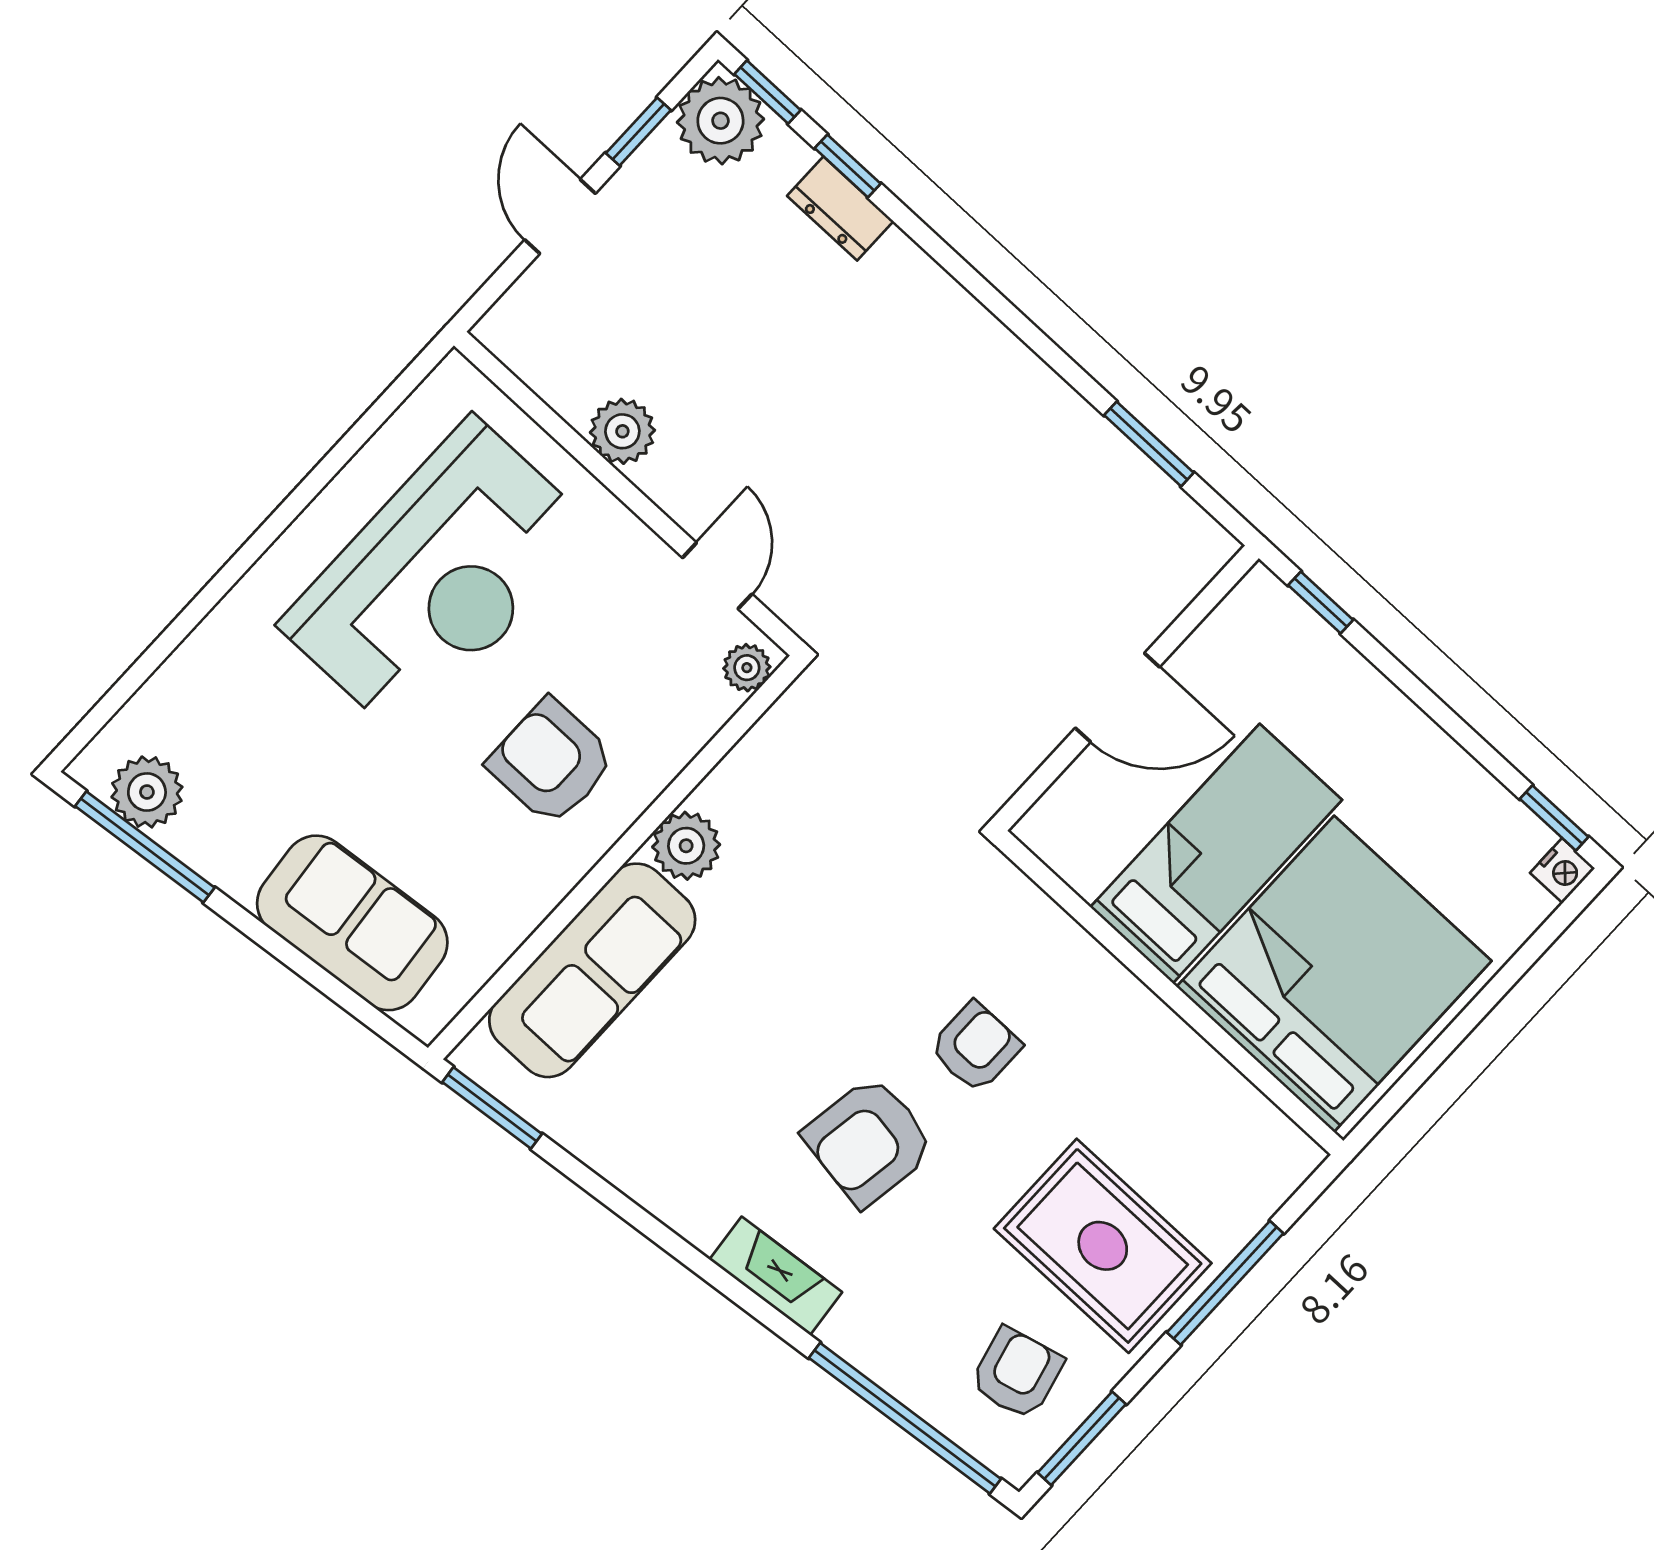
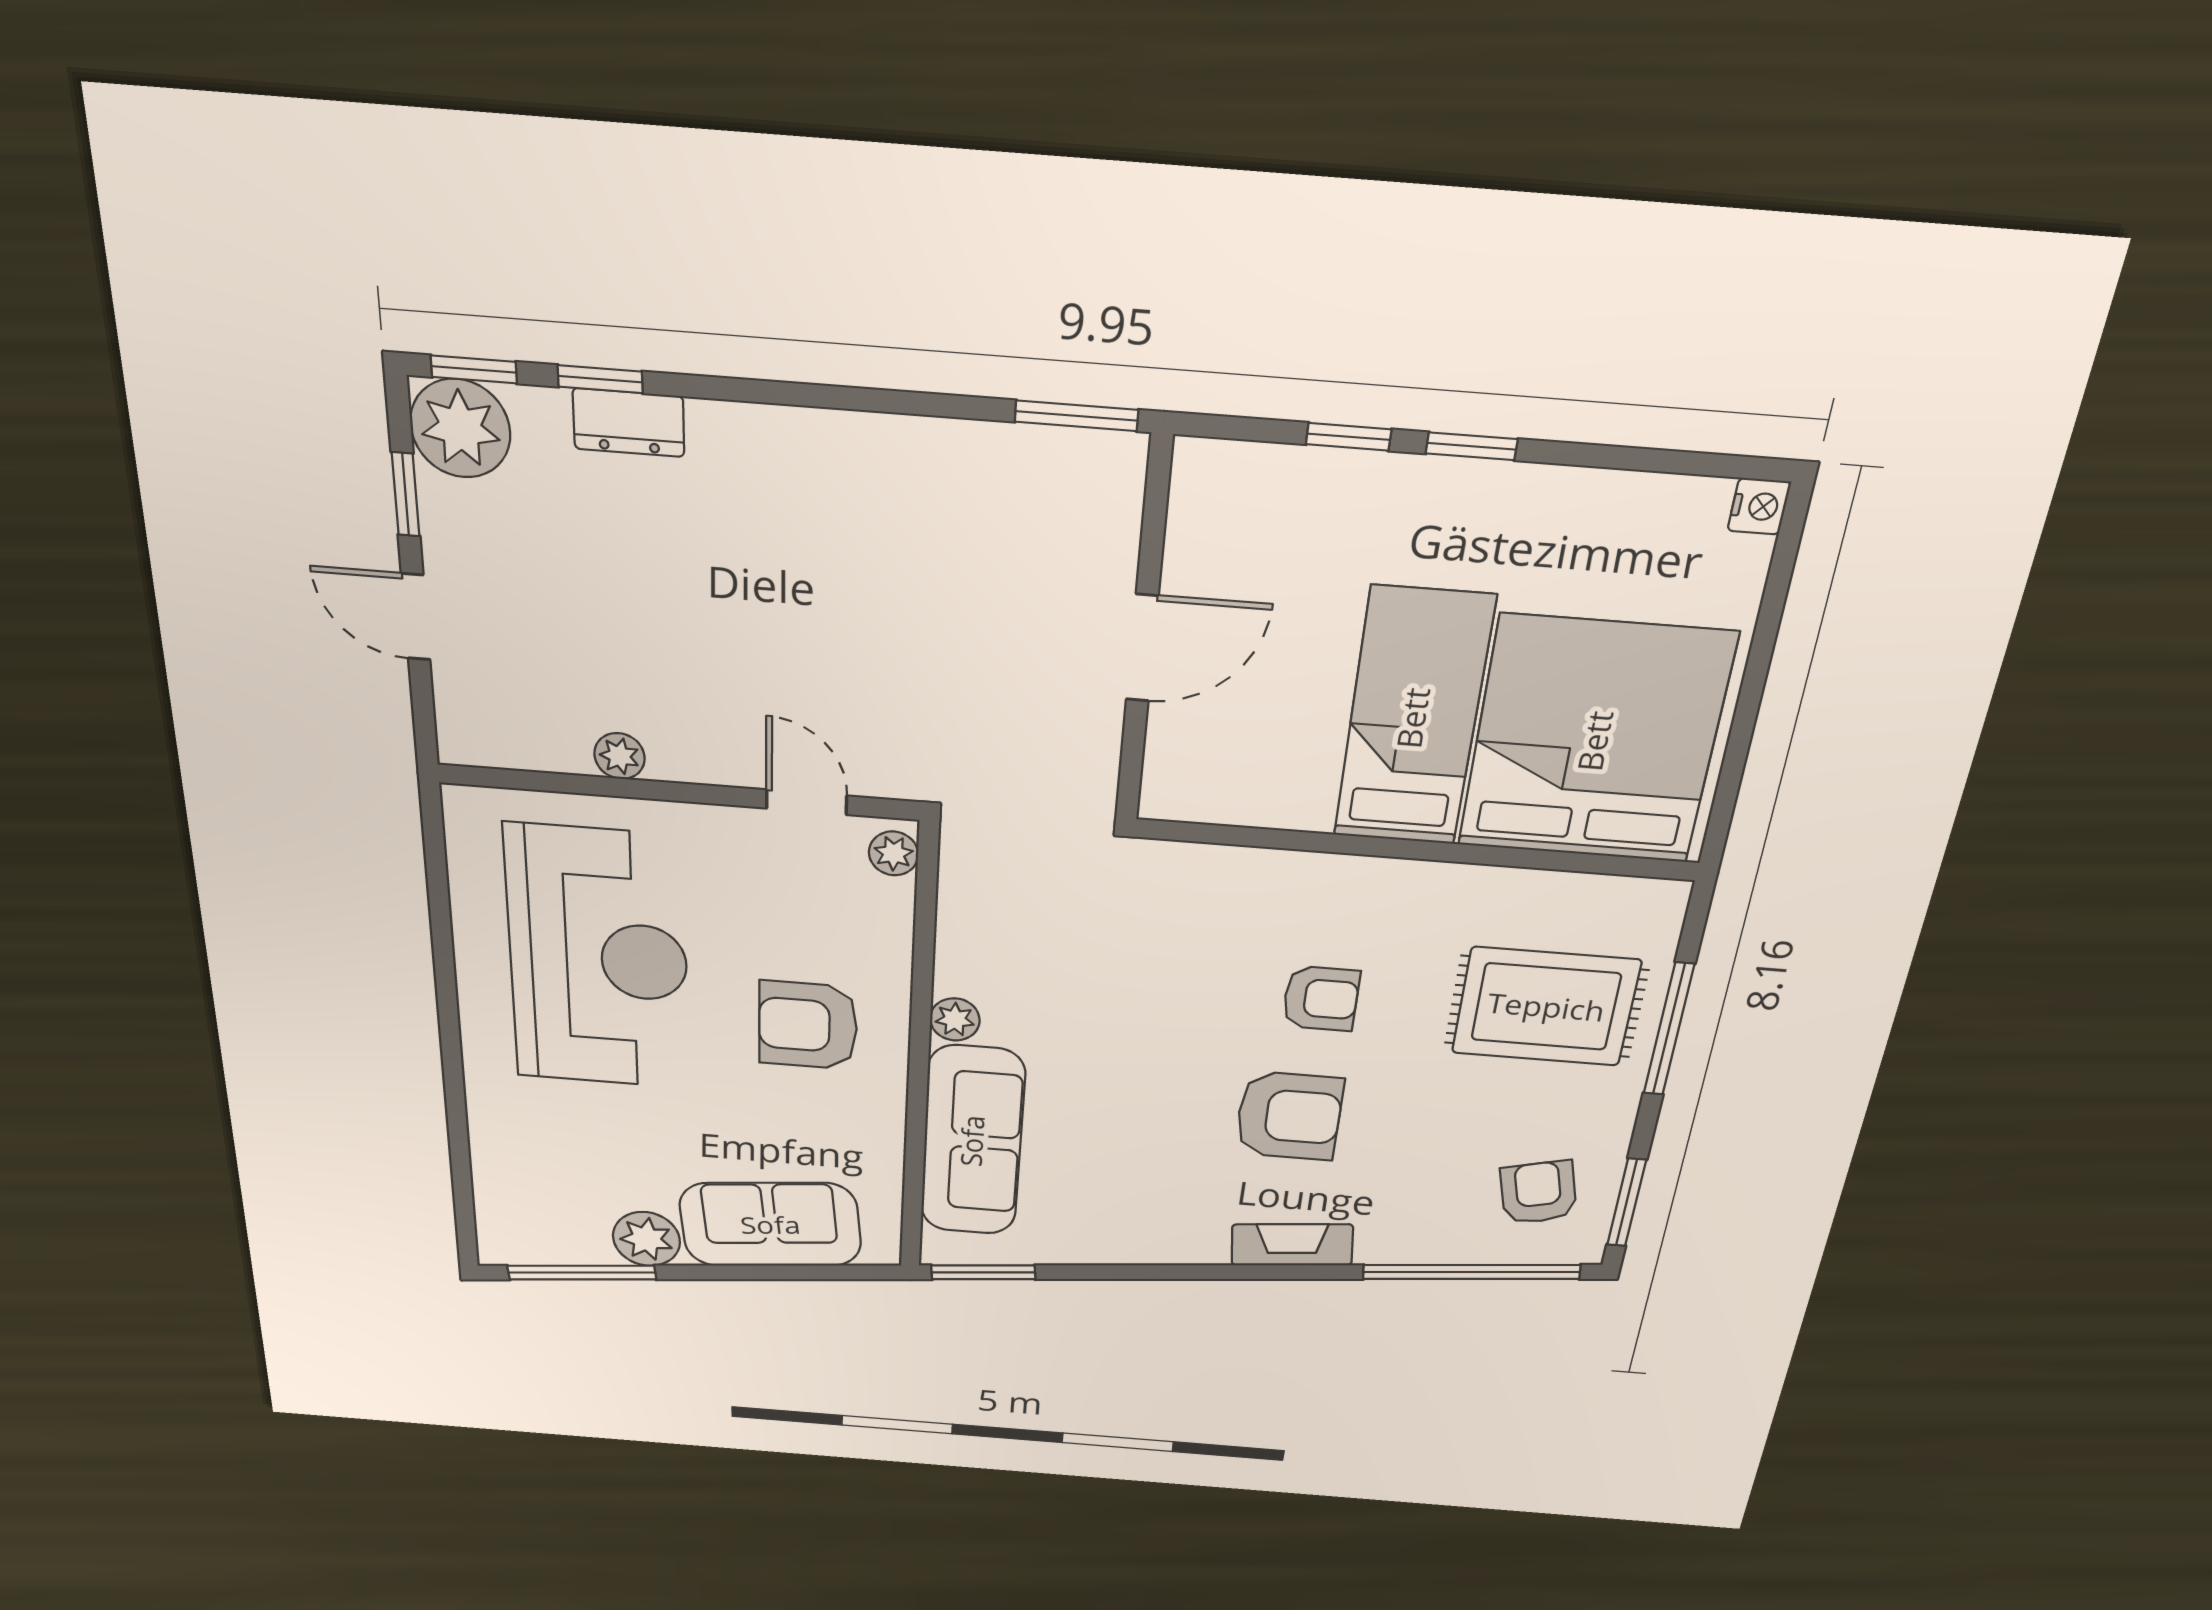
plant: (622, 431) -> (620, 756), width x0.73, depth x0.73
wall: (1126, 688) -> (1143, 635), moved
door: (1117, 697) -> (1142, 648), moved
plant: (147, 792) -> (646, 1239), moved
window: (1554, 818) -> (1472, 446), moved
plant: (686, 846) -> (955, 1019), width x0.73, depth x0.73
armchair: (975, 1047) -> (1321, 998), turned 90
armchair: (869, 1141) -> (1289, 1116), turned -99
rug: (1103, 1246) -> (1546, 1007), moved

